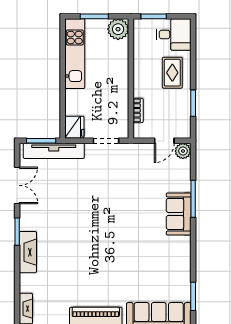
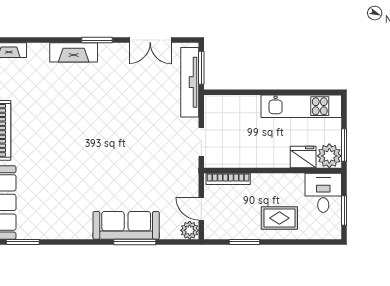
window: (94, 16) -> (344, 145), moved
window: (154, 16) -> (344, 211), moved
desk: (174, 34) -> (323, 193), moved, turned 180
bookcase: (138, 110) -> (228, 179), width x1.56
fridge: (74, 127) -> (303, 157), moved, turned 180
sofa: (179, 214) -> (126, 225), width x1.36

